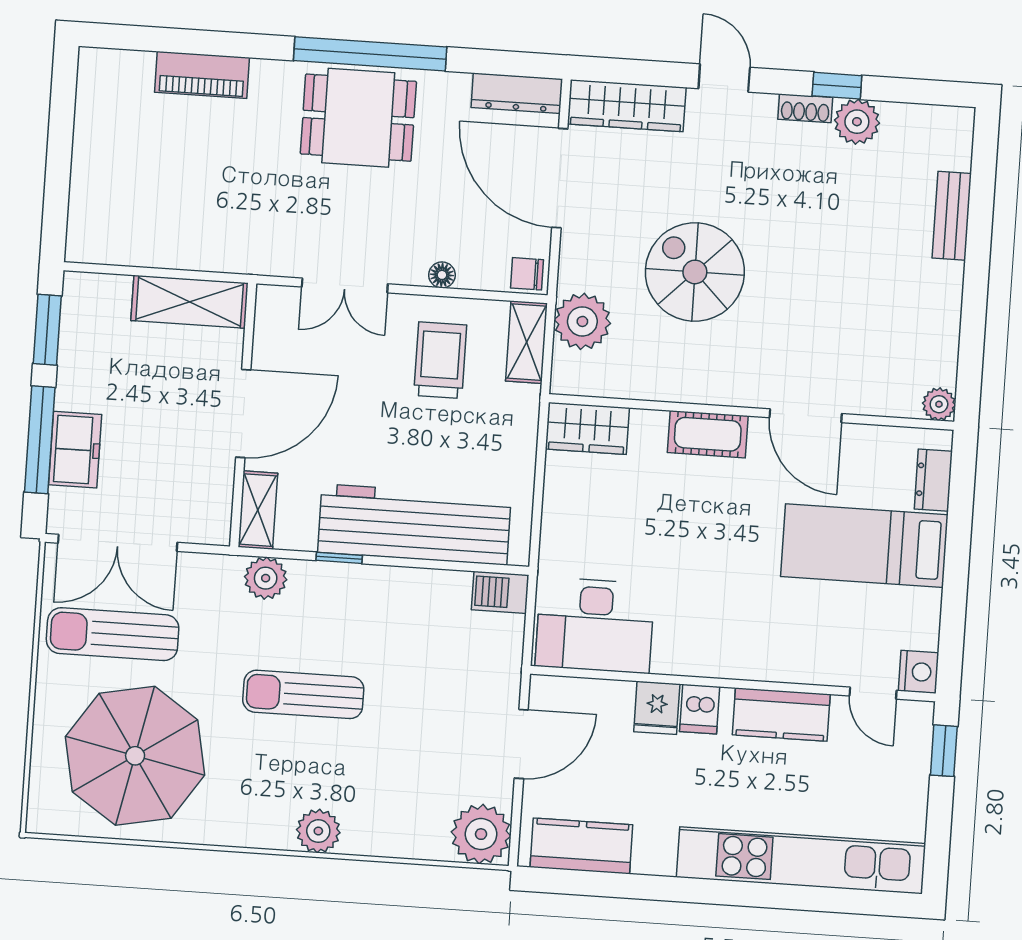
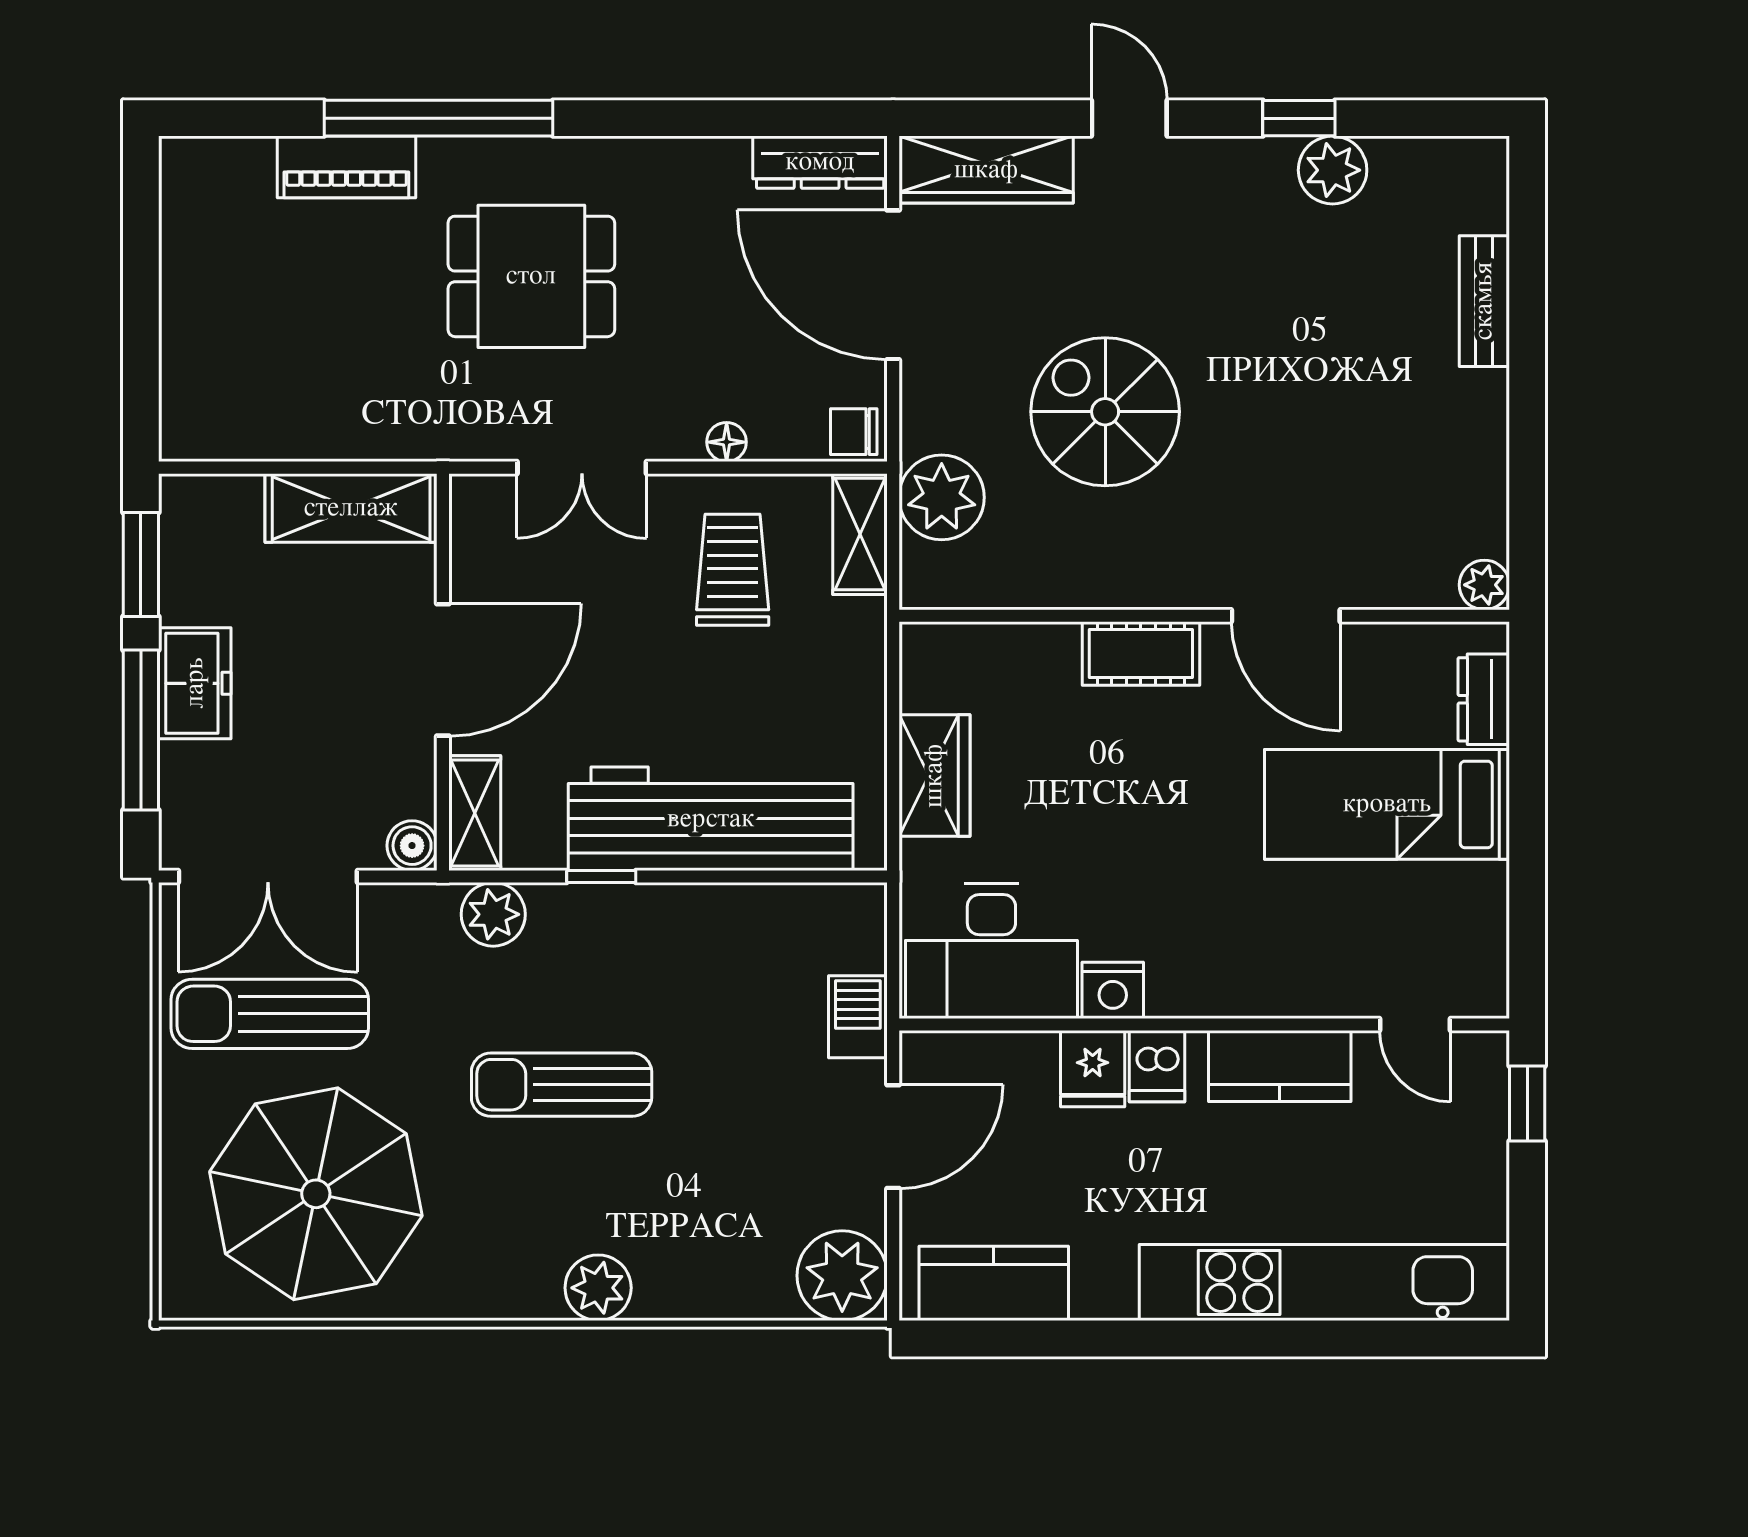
window: (370, 54) -> (439, 118), moved
shoe rack: (805, 108) -> (1254, 155), removed
dining table: (358, 118) -> (531, 276), moved
wardrobe: (587, 428) -> (934, 776), moved, turned -90
freezer: (75, 450) -> (195, 683), moved
boiler: (215, 529) -> (412, 846), added
barbecue: (500, 592) -> (858, 1017), moved, turned 90
nightstand: (919, 672) -> (1113, 990), moved, turned 90

